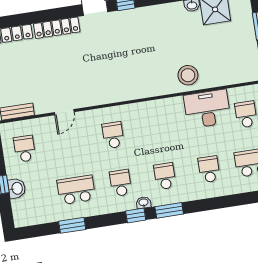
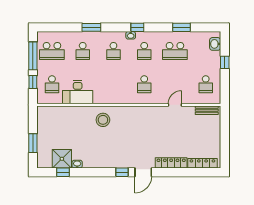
stool: (188, 75) -> (103, 120), moved
washbasin: (17, 188) -> (215, 44), moved
window: (169, 210) -> (91, 27), moved

